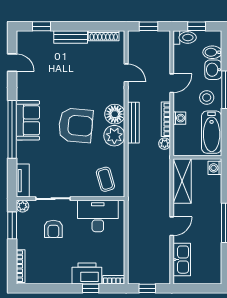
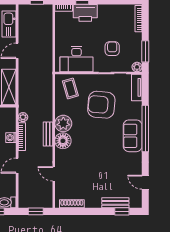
bench: (71, 37) -> (115, 203), moved
bench: (133, 123) -> (48, 134), width x0.73
armchair: (76, 125) -> (101, 105), moved

